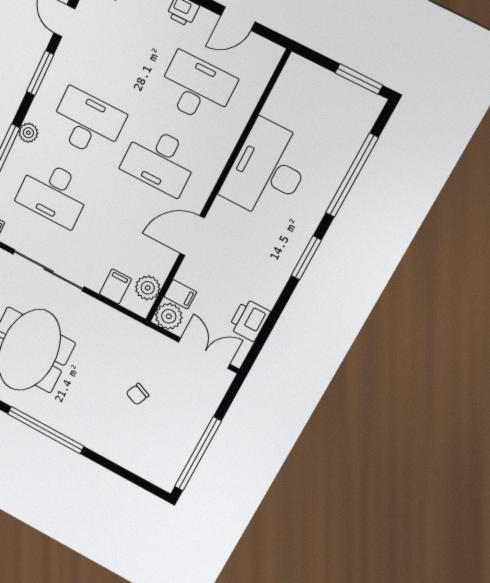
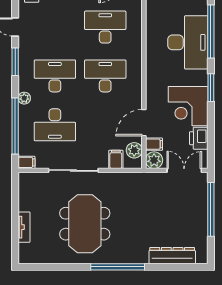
desk: (160, 161) -> (105, 76), turned 180
desk: (267, 170) -> (188, 42), moved, turned 180
door: (192, 236) -> (144, 123), moved
corner desk: (258, 267) -> (188, 106), added
chair: (138, 394) -> (159, 215), removed
window: (198, 454) -> (211, 209), moved
dresser: (127, 456) -> (172, 256), added

